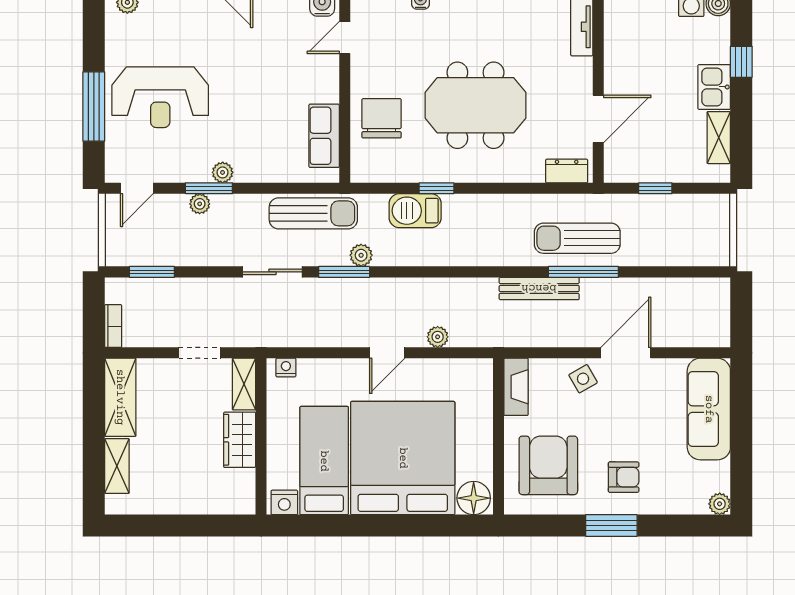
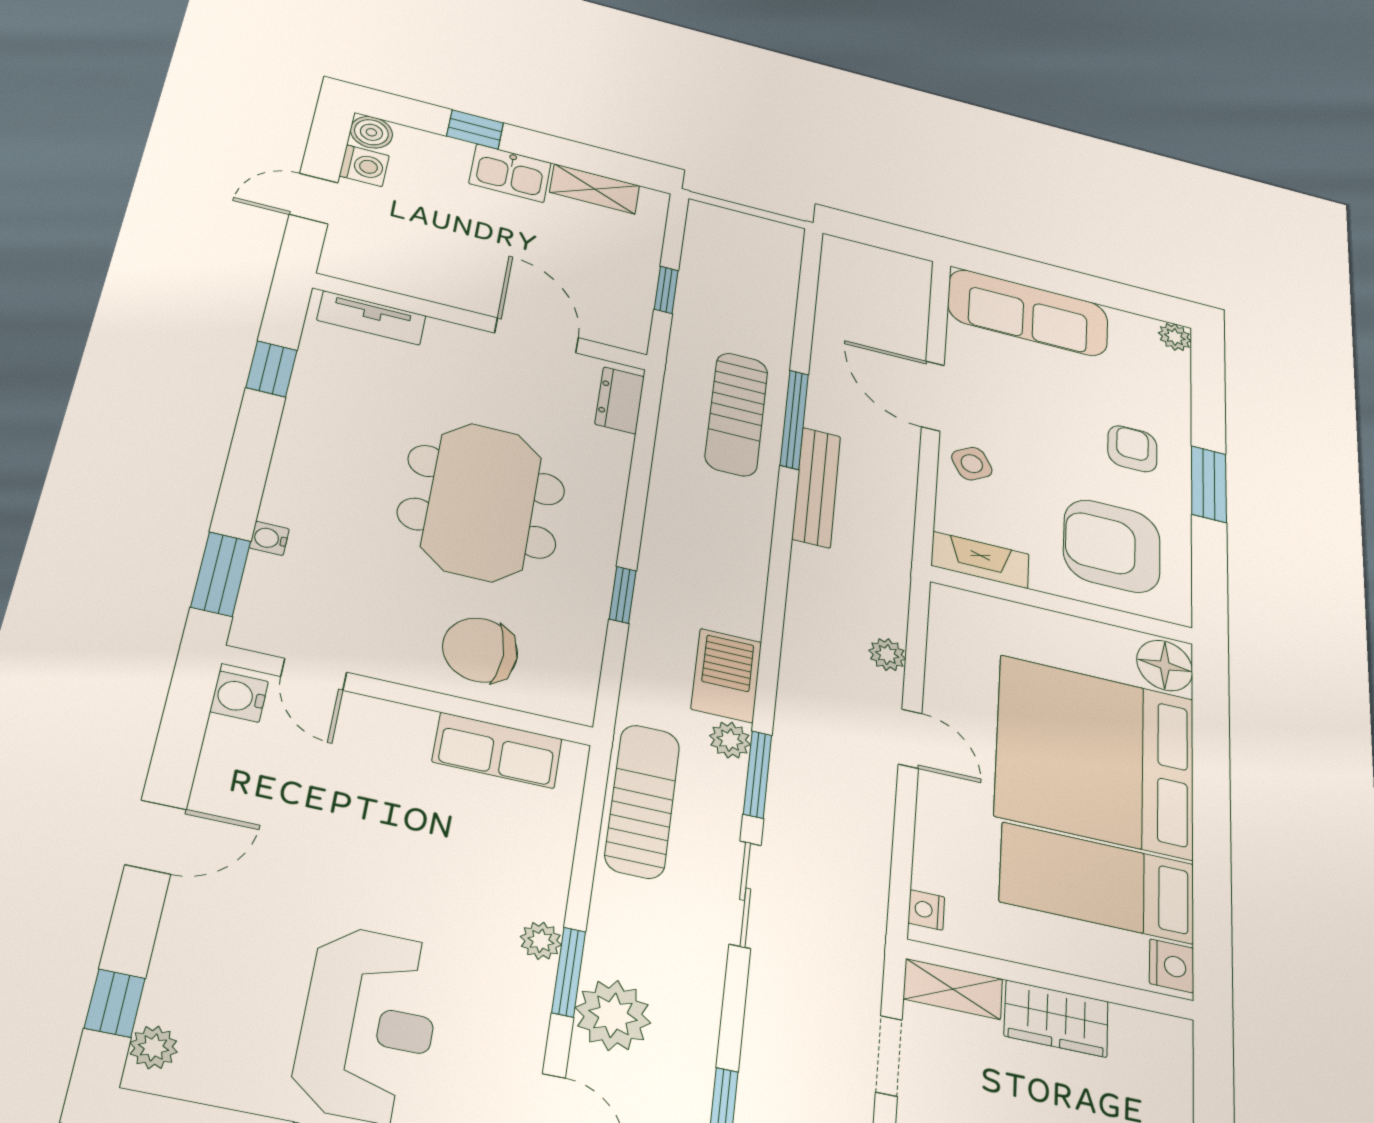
plant: (200, 204) -> (613, 1015), width x1.88, depth x1.88
barbecue: (415, 211) -> (726, 675), moved, turned 180

